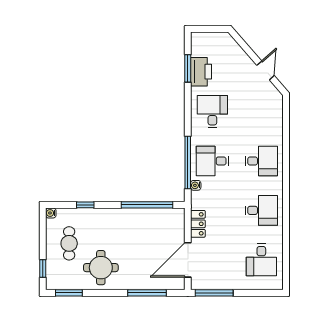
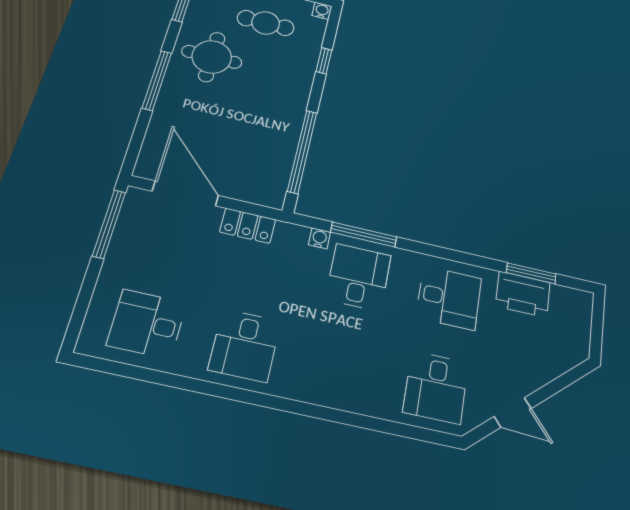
desk: (261, 161) -> (436, 387), moved
window: (188, 163) -> (364, 235), width x0.68
window: (147, 293) -> (157, 80), moved

